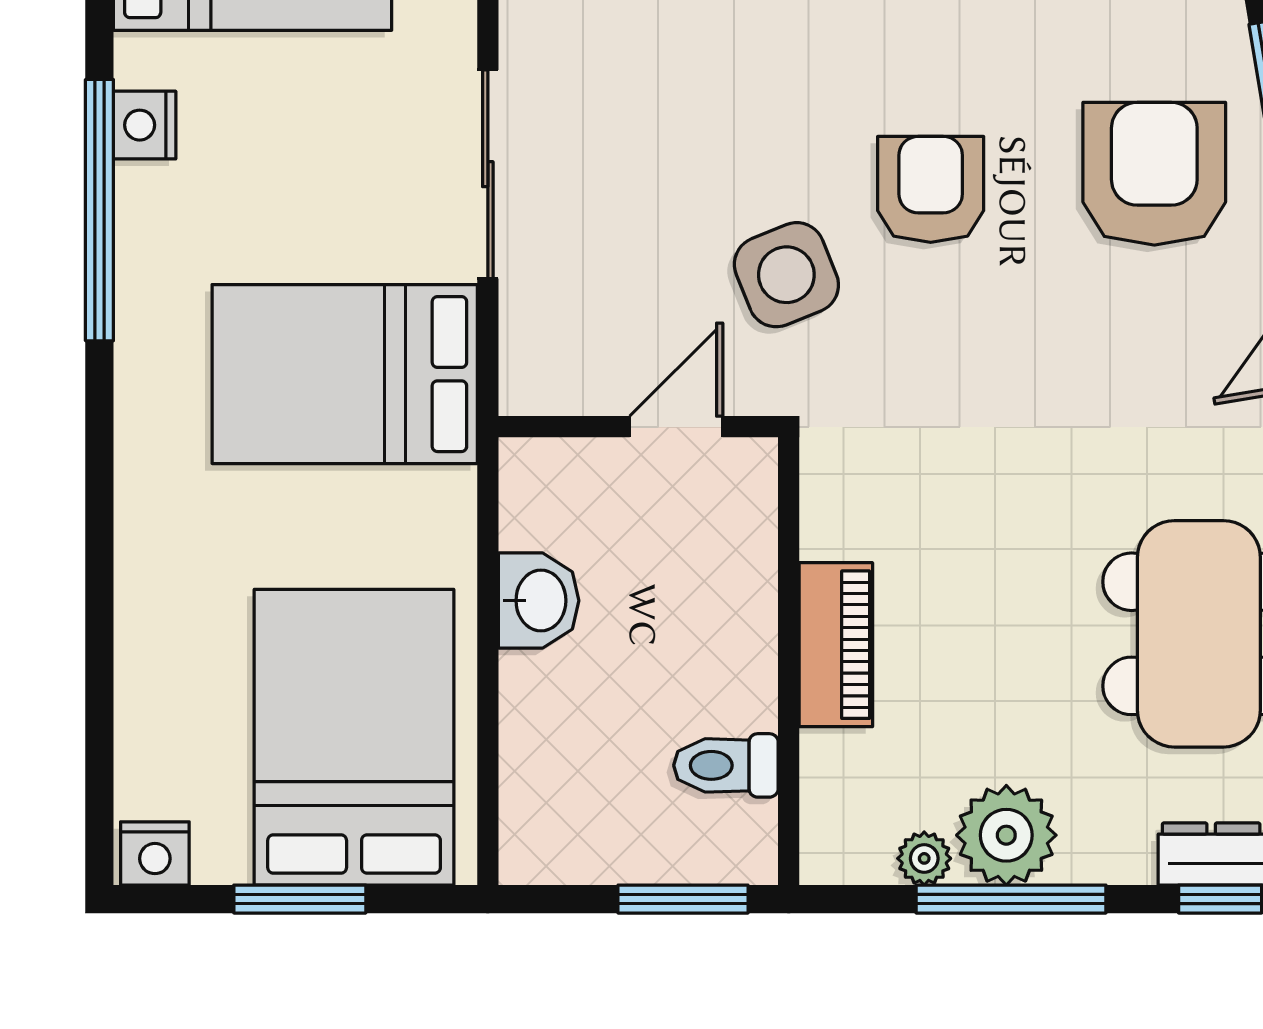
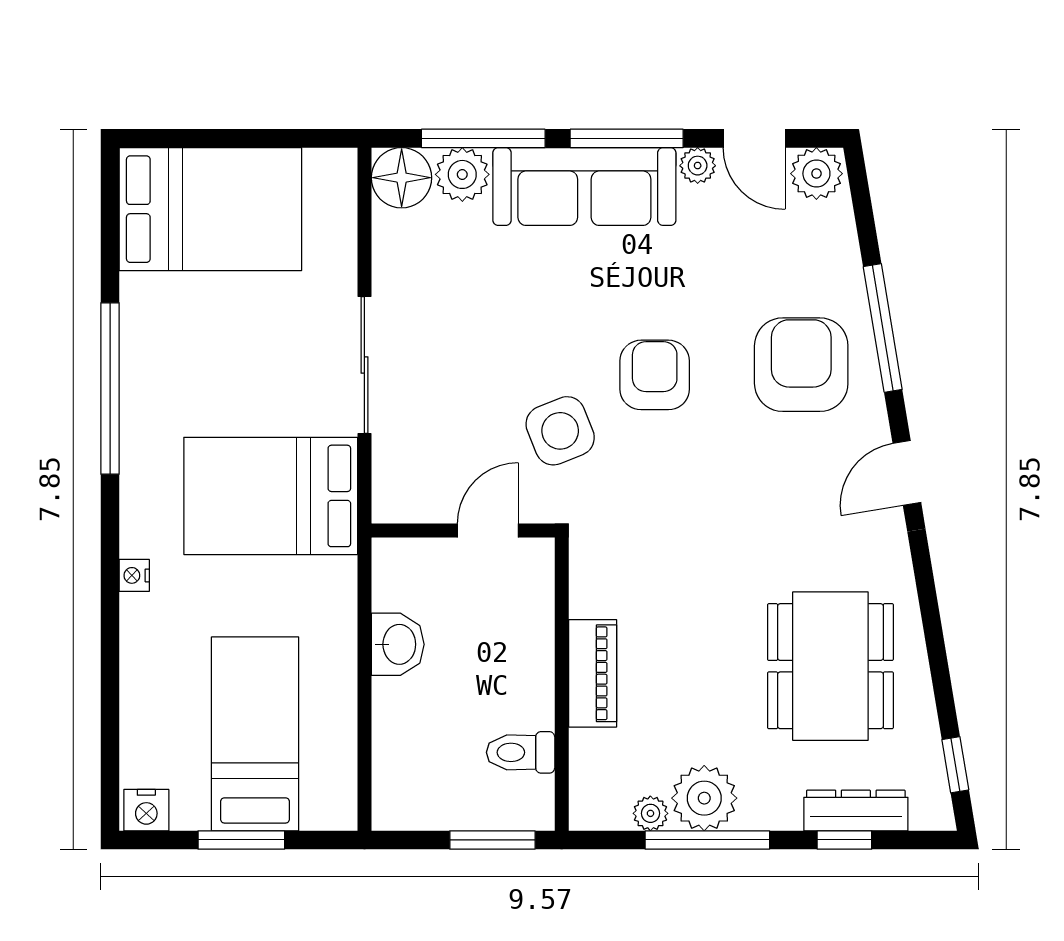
nightstand: (145, 125) -> (134, 575), moved, width x0.72, depth x0.74
bed: (354, 737) -> (255, 734), width x0.67

